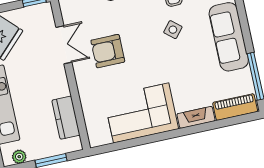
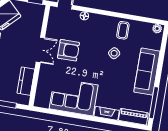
double door: (64, 45) -> (40, 50), moved
armchair: (108, 51) -> (68, 50), turned 180

